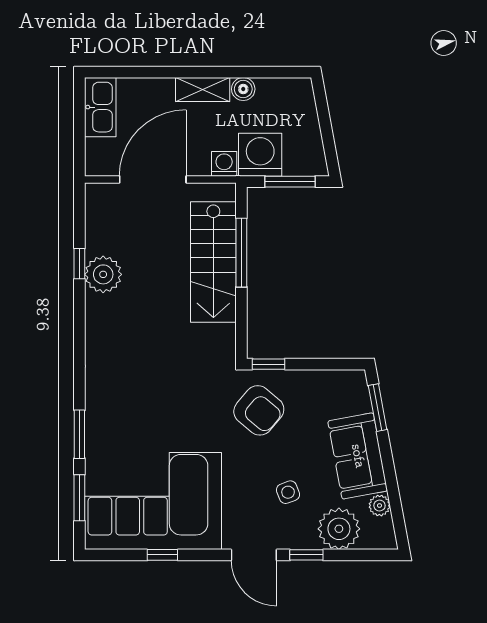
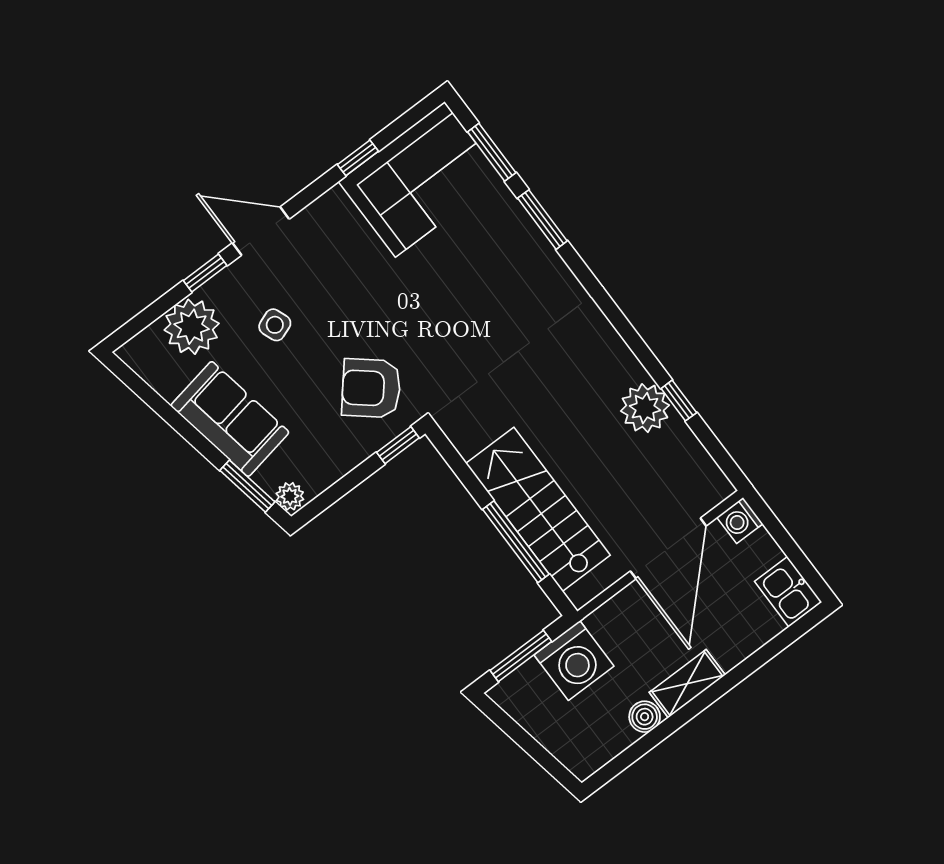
kitchen sink: (100, 107) -> (788, 592), width x0.73
washing machine: (224, 164) -> (740, 521), moved, turned 90
corner sofa: (153, 501) -> (420, 179), width x0.73, depth x0.74
plant: (380, 506) -> (290, 496), moved

